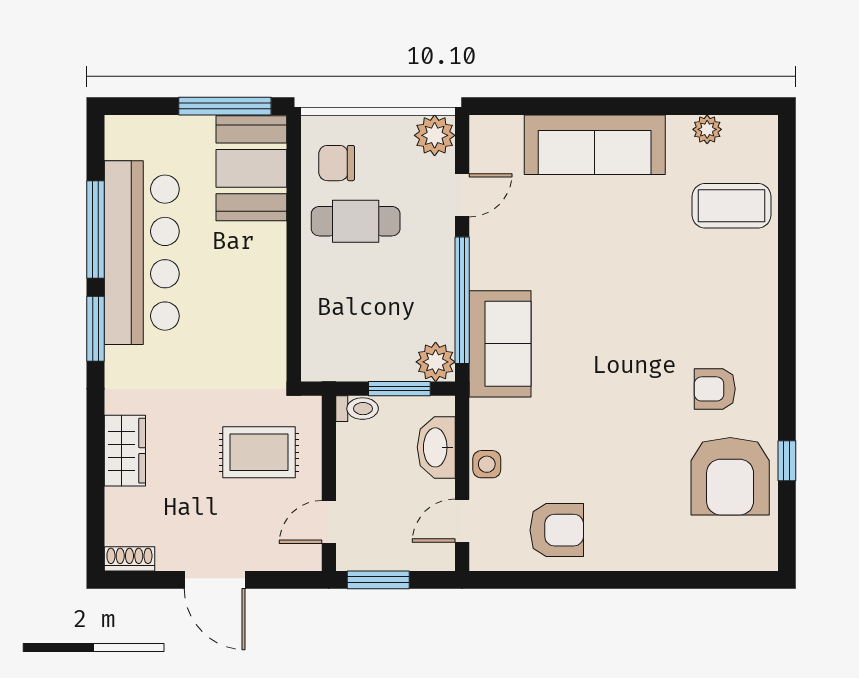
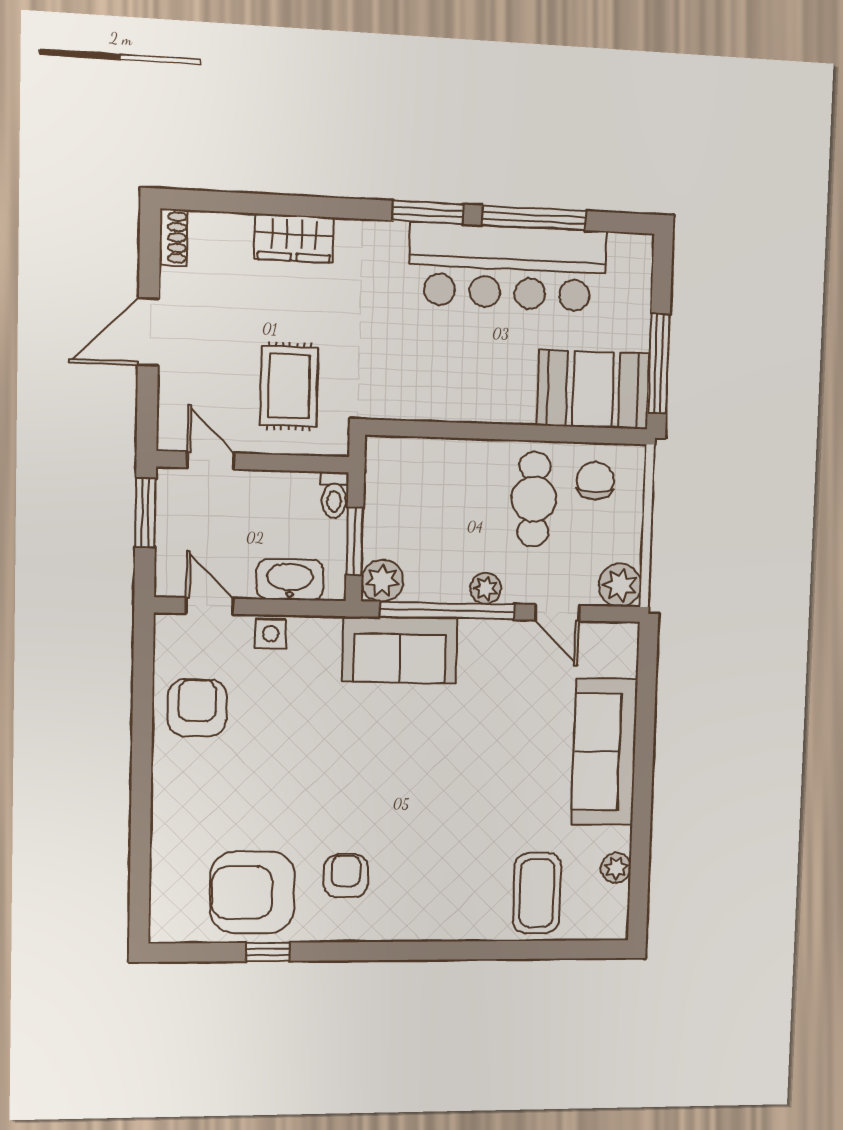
plant: (441, 264) -> (486, 588), added
armchair: (557, 530) -> (197, 708), turned 180

